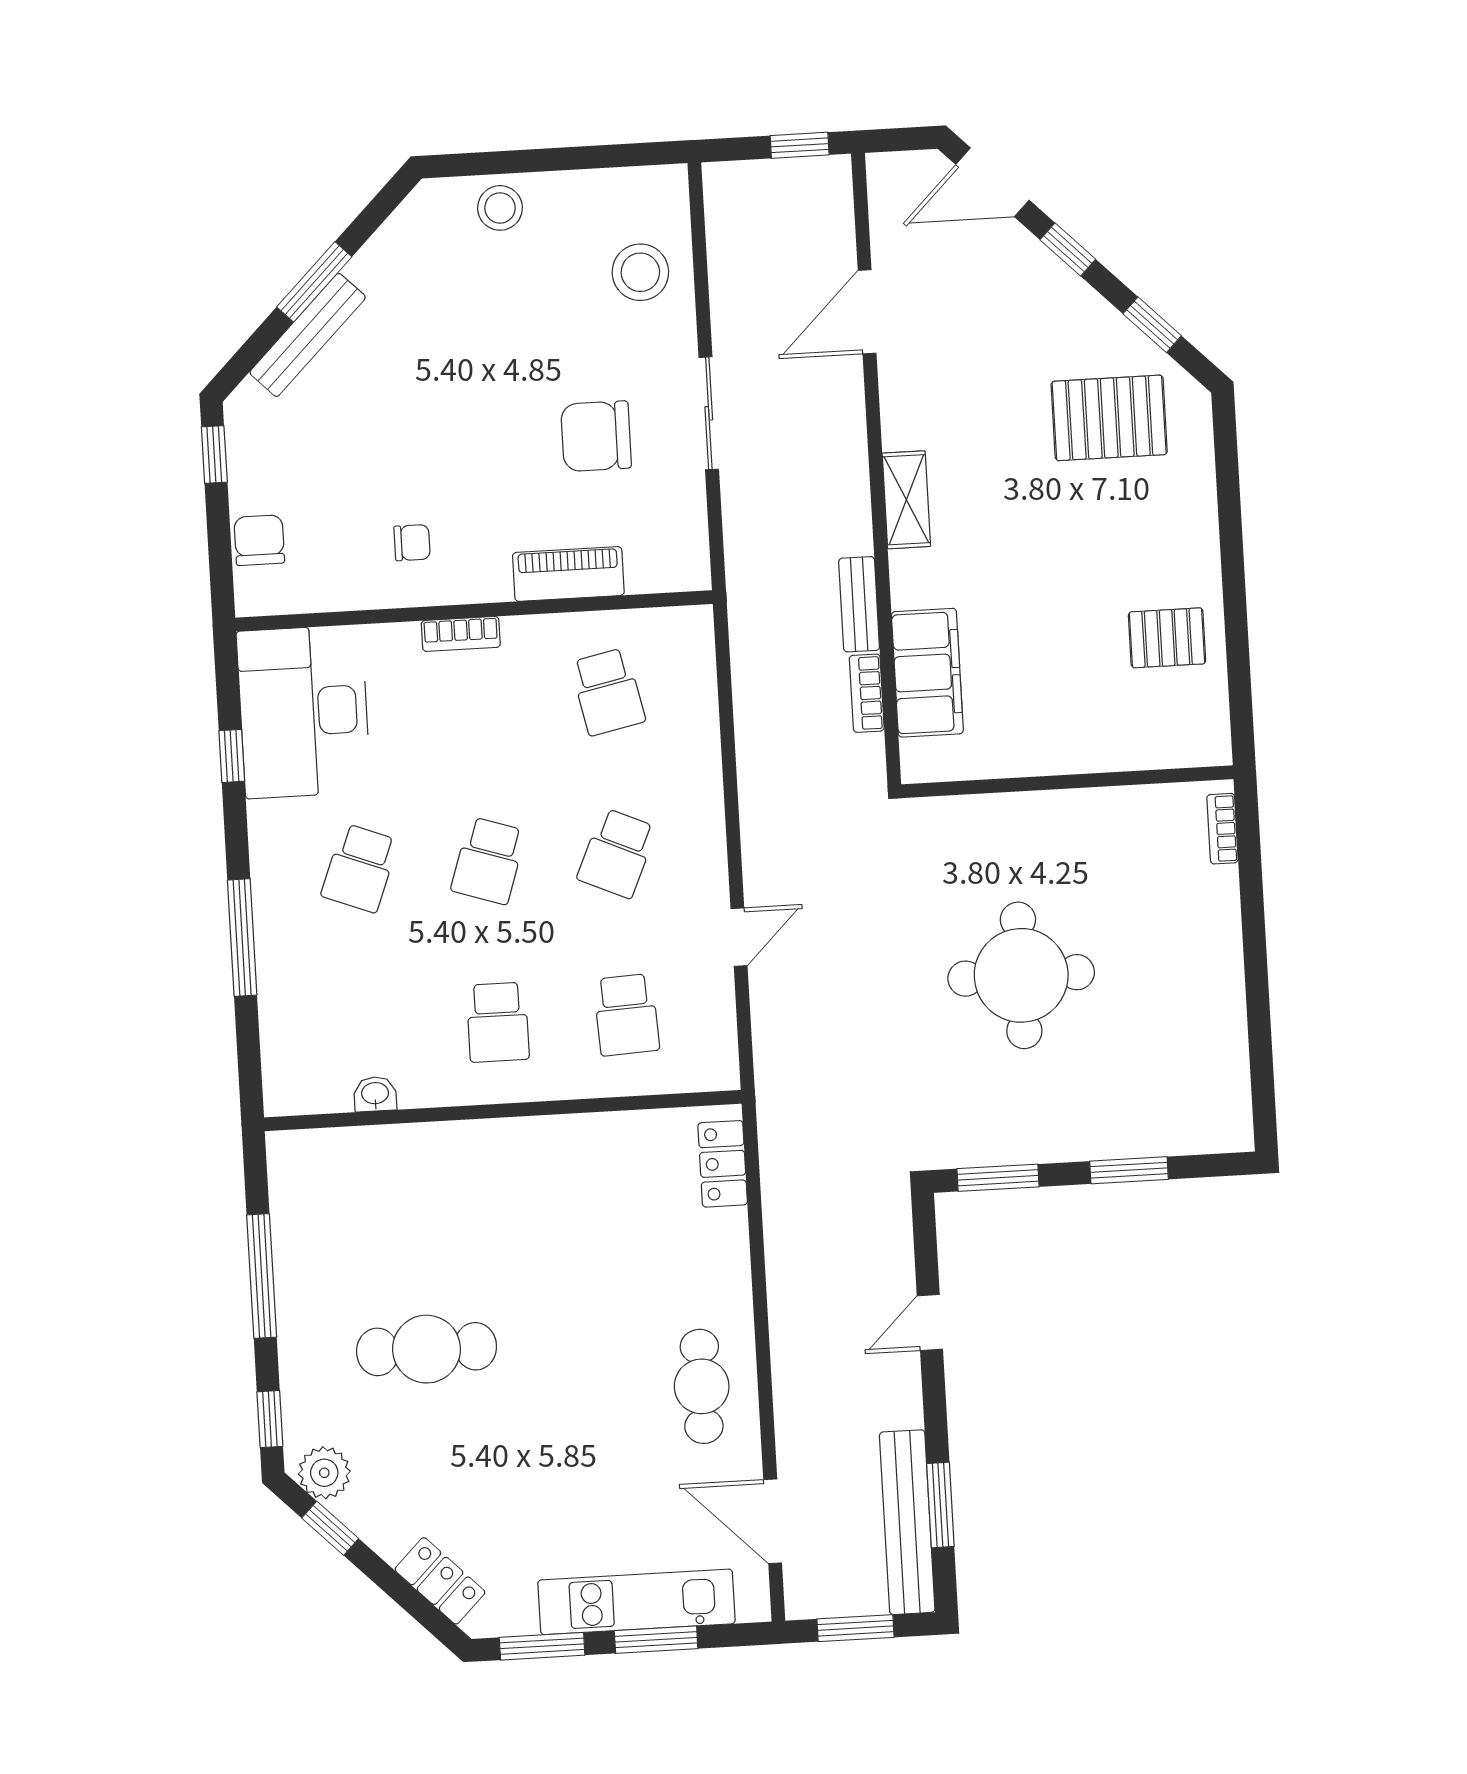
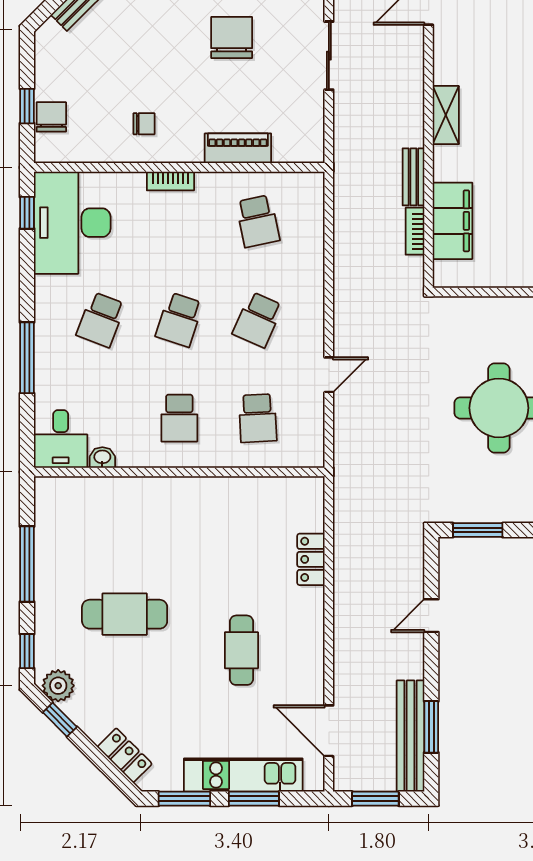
chair: (596, 436) -> (232, 37), moved, turned 90
window: (214, 455) -> (27, 106), moved
window: (232, 756) -> (27, 213), moved
desk: (305, 1068) -> (61, 439), added
locker: (723, 1164) -> (311, 559), moved
cafe table: (702, 1386) -> (241, 650), moved

